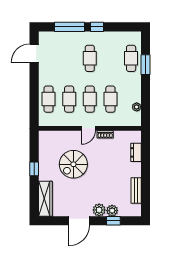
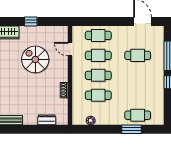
cafe table: (90, 58) -> (138, 55), moved
door: (88, 128) -> (70, 49), moved

